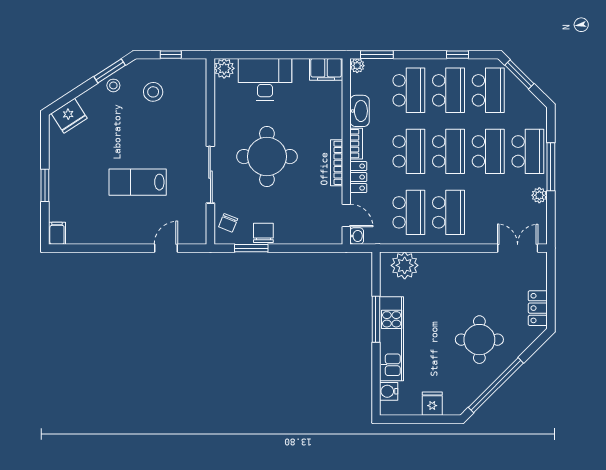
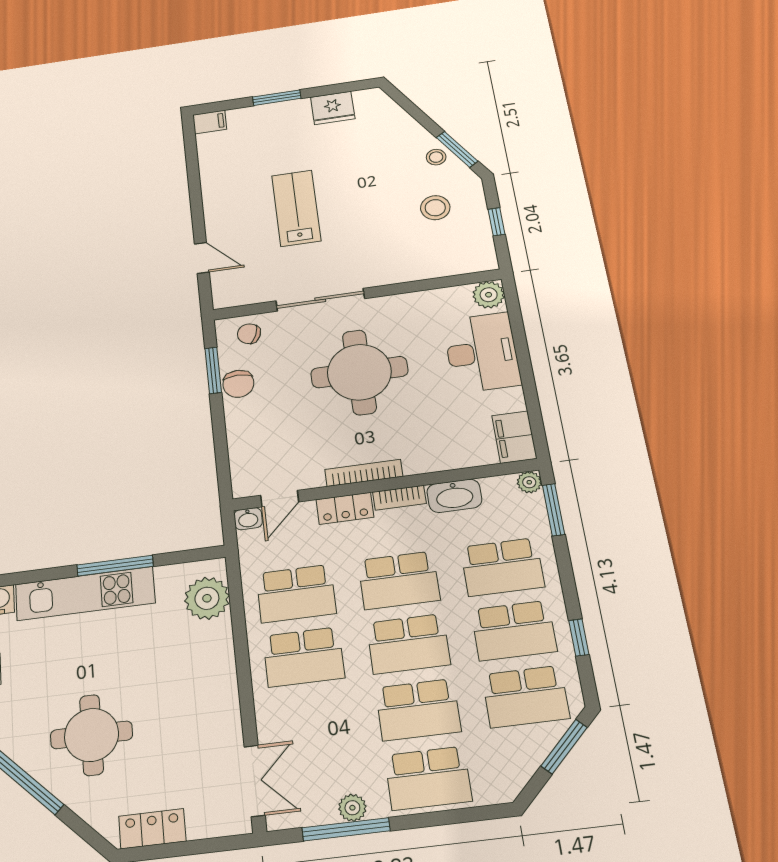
fridge: (69, 116) -> (333, 108), moved, turned -57
window: (551, 167) -> (346, 829), moved
chair: (263, 233) -> (238, 384), turned 90

